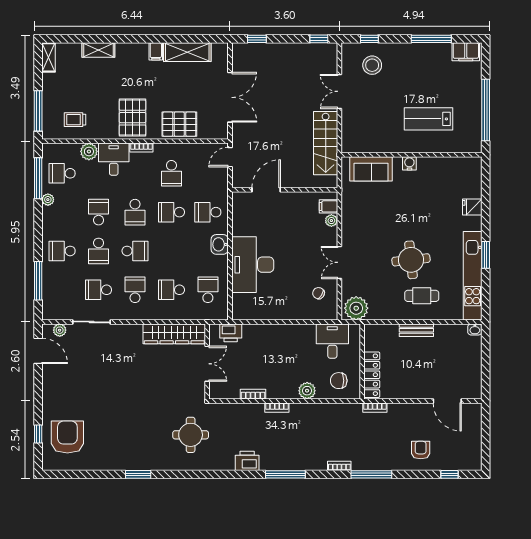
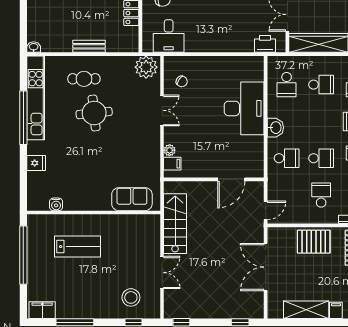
water cooler: (409, 163) -> (56, 204), moved
window: (486, 255) -> (23, 118), width x2.11

